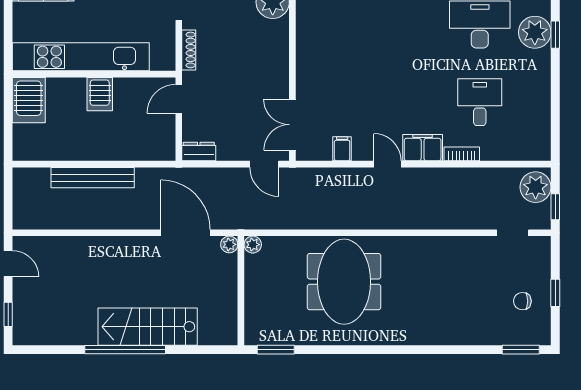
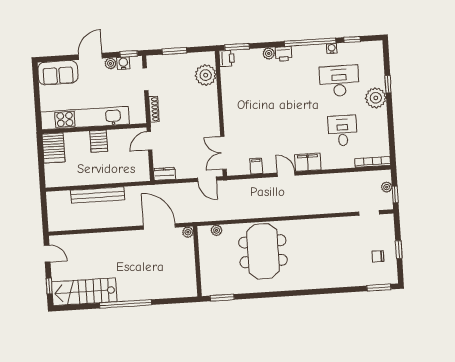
plant: (535, 32) -> (376, 98), moved
bookcase: (462, 154) -> (373, 162), moved, width x1.56
plant: (536, 187) -> (387, 187), width x0.53, depth x0.53
plant: (253, 245) -> (216, 230), moved
stairs: (148, 327) -> (84, 292), moved

